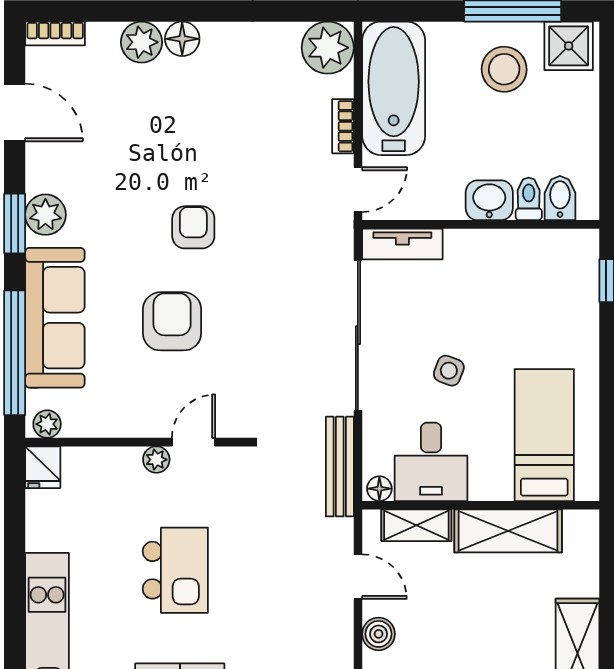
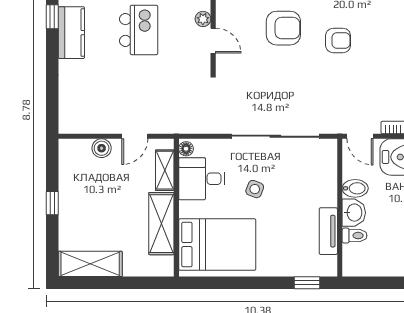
bidet: (560, 198) -> (355, 188), moved
tv unit: (402, 244) -> (328, 231), moved
bed: (544, 435) -> (217, 245), width x1.50
bench: (340, 467) -> (199, 126), removed
kitchen island: (175, 570) -> (139, 30), turned -90

